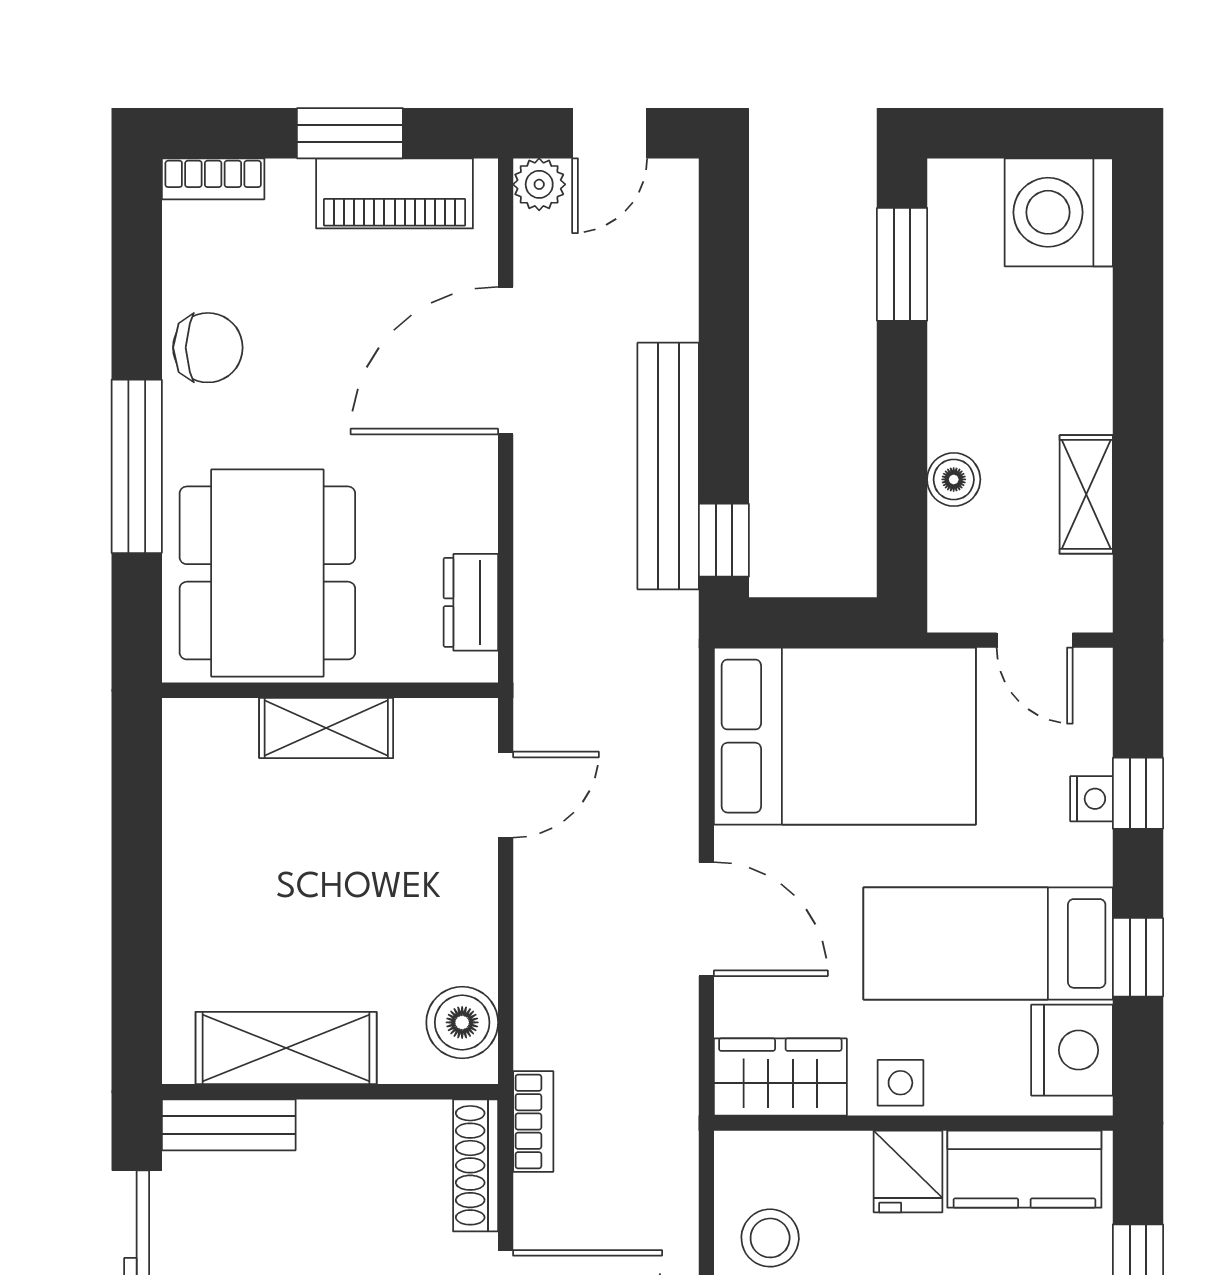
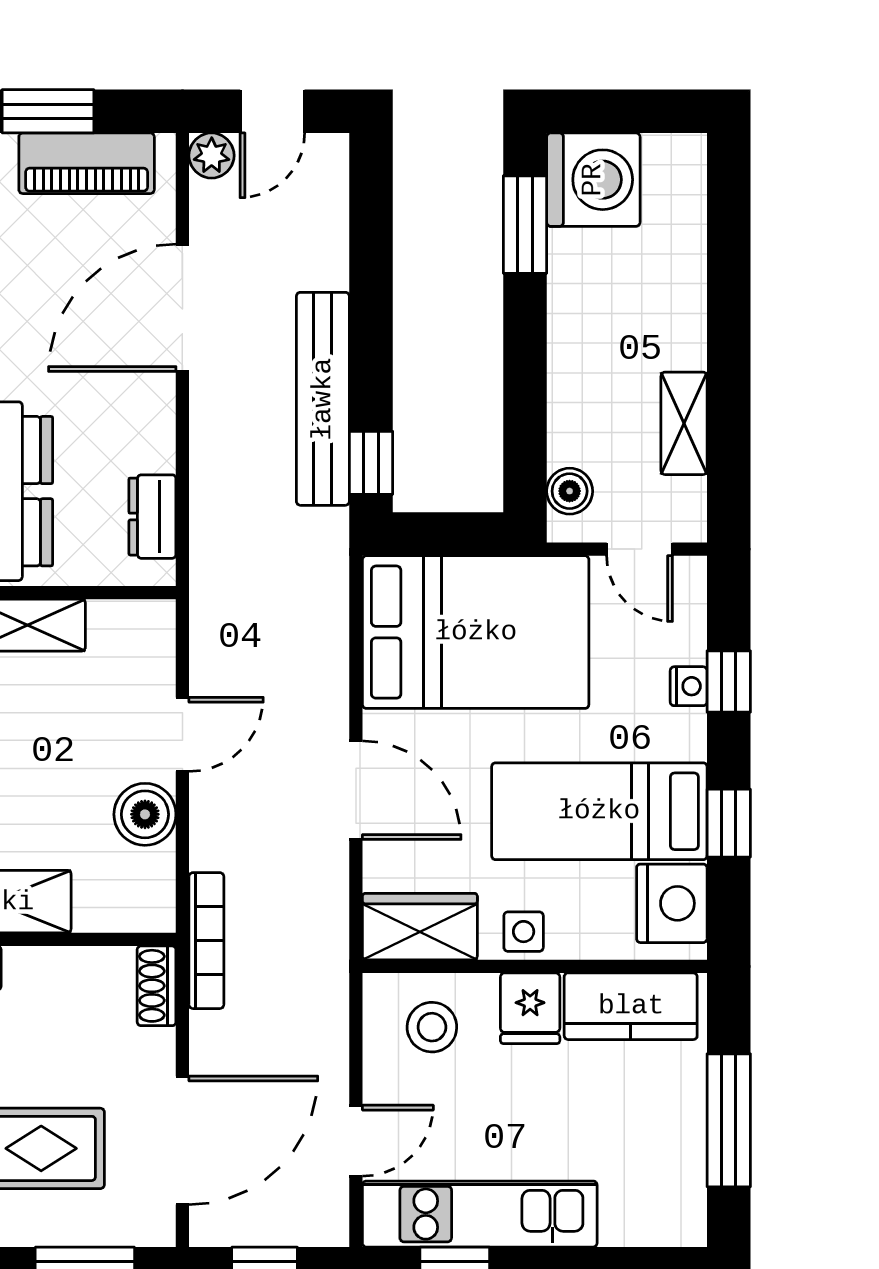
washing machine: (1059, 212) -> (593, 180), moved, turned 180
boiler: (954, 479) -> (570, 491), moved
door: (506, 795) -> (182, 734), moved
boiler: (462, 1022) -> (145, 814), moved
bookcase: (533, 1121) -> (206, 941), width x1.56
shoe rack: (476, 1165) -> (157, 986), width x0.70
stool: (770, 1238) -> (432, 1027), moved

